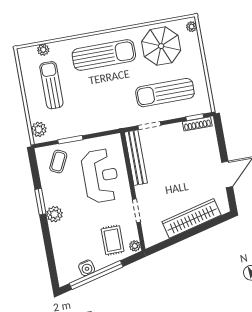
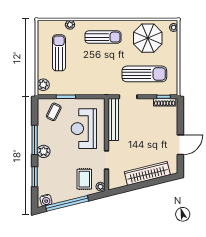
plant: (43, 50) -> (70, 25), moved
sun lounger: (104, 55) -> (103, 37), width x0.73, depth x0.75
sun lounger: (165, 93) -> (144, 74), turned 180
reception desk: (100, 176) -> (84, 129), turned 180
window: (40, 202) -> (35, 140), width x1.44
window: (49, 249) -> (35, 177), added
water cooler: (87, 268) -> (46, 200), moved

